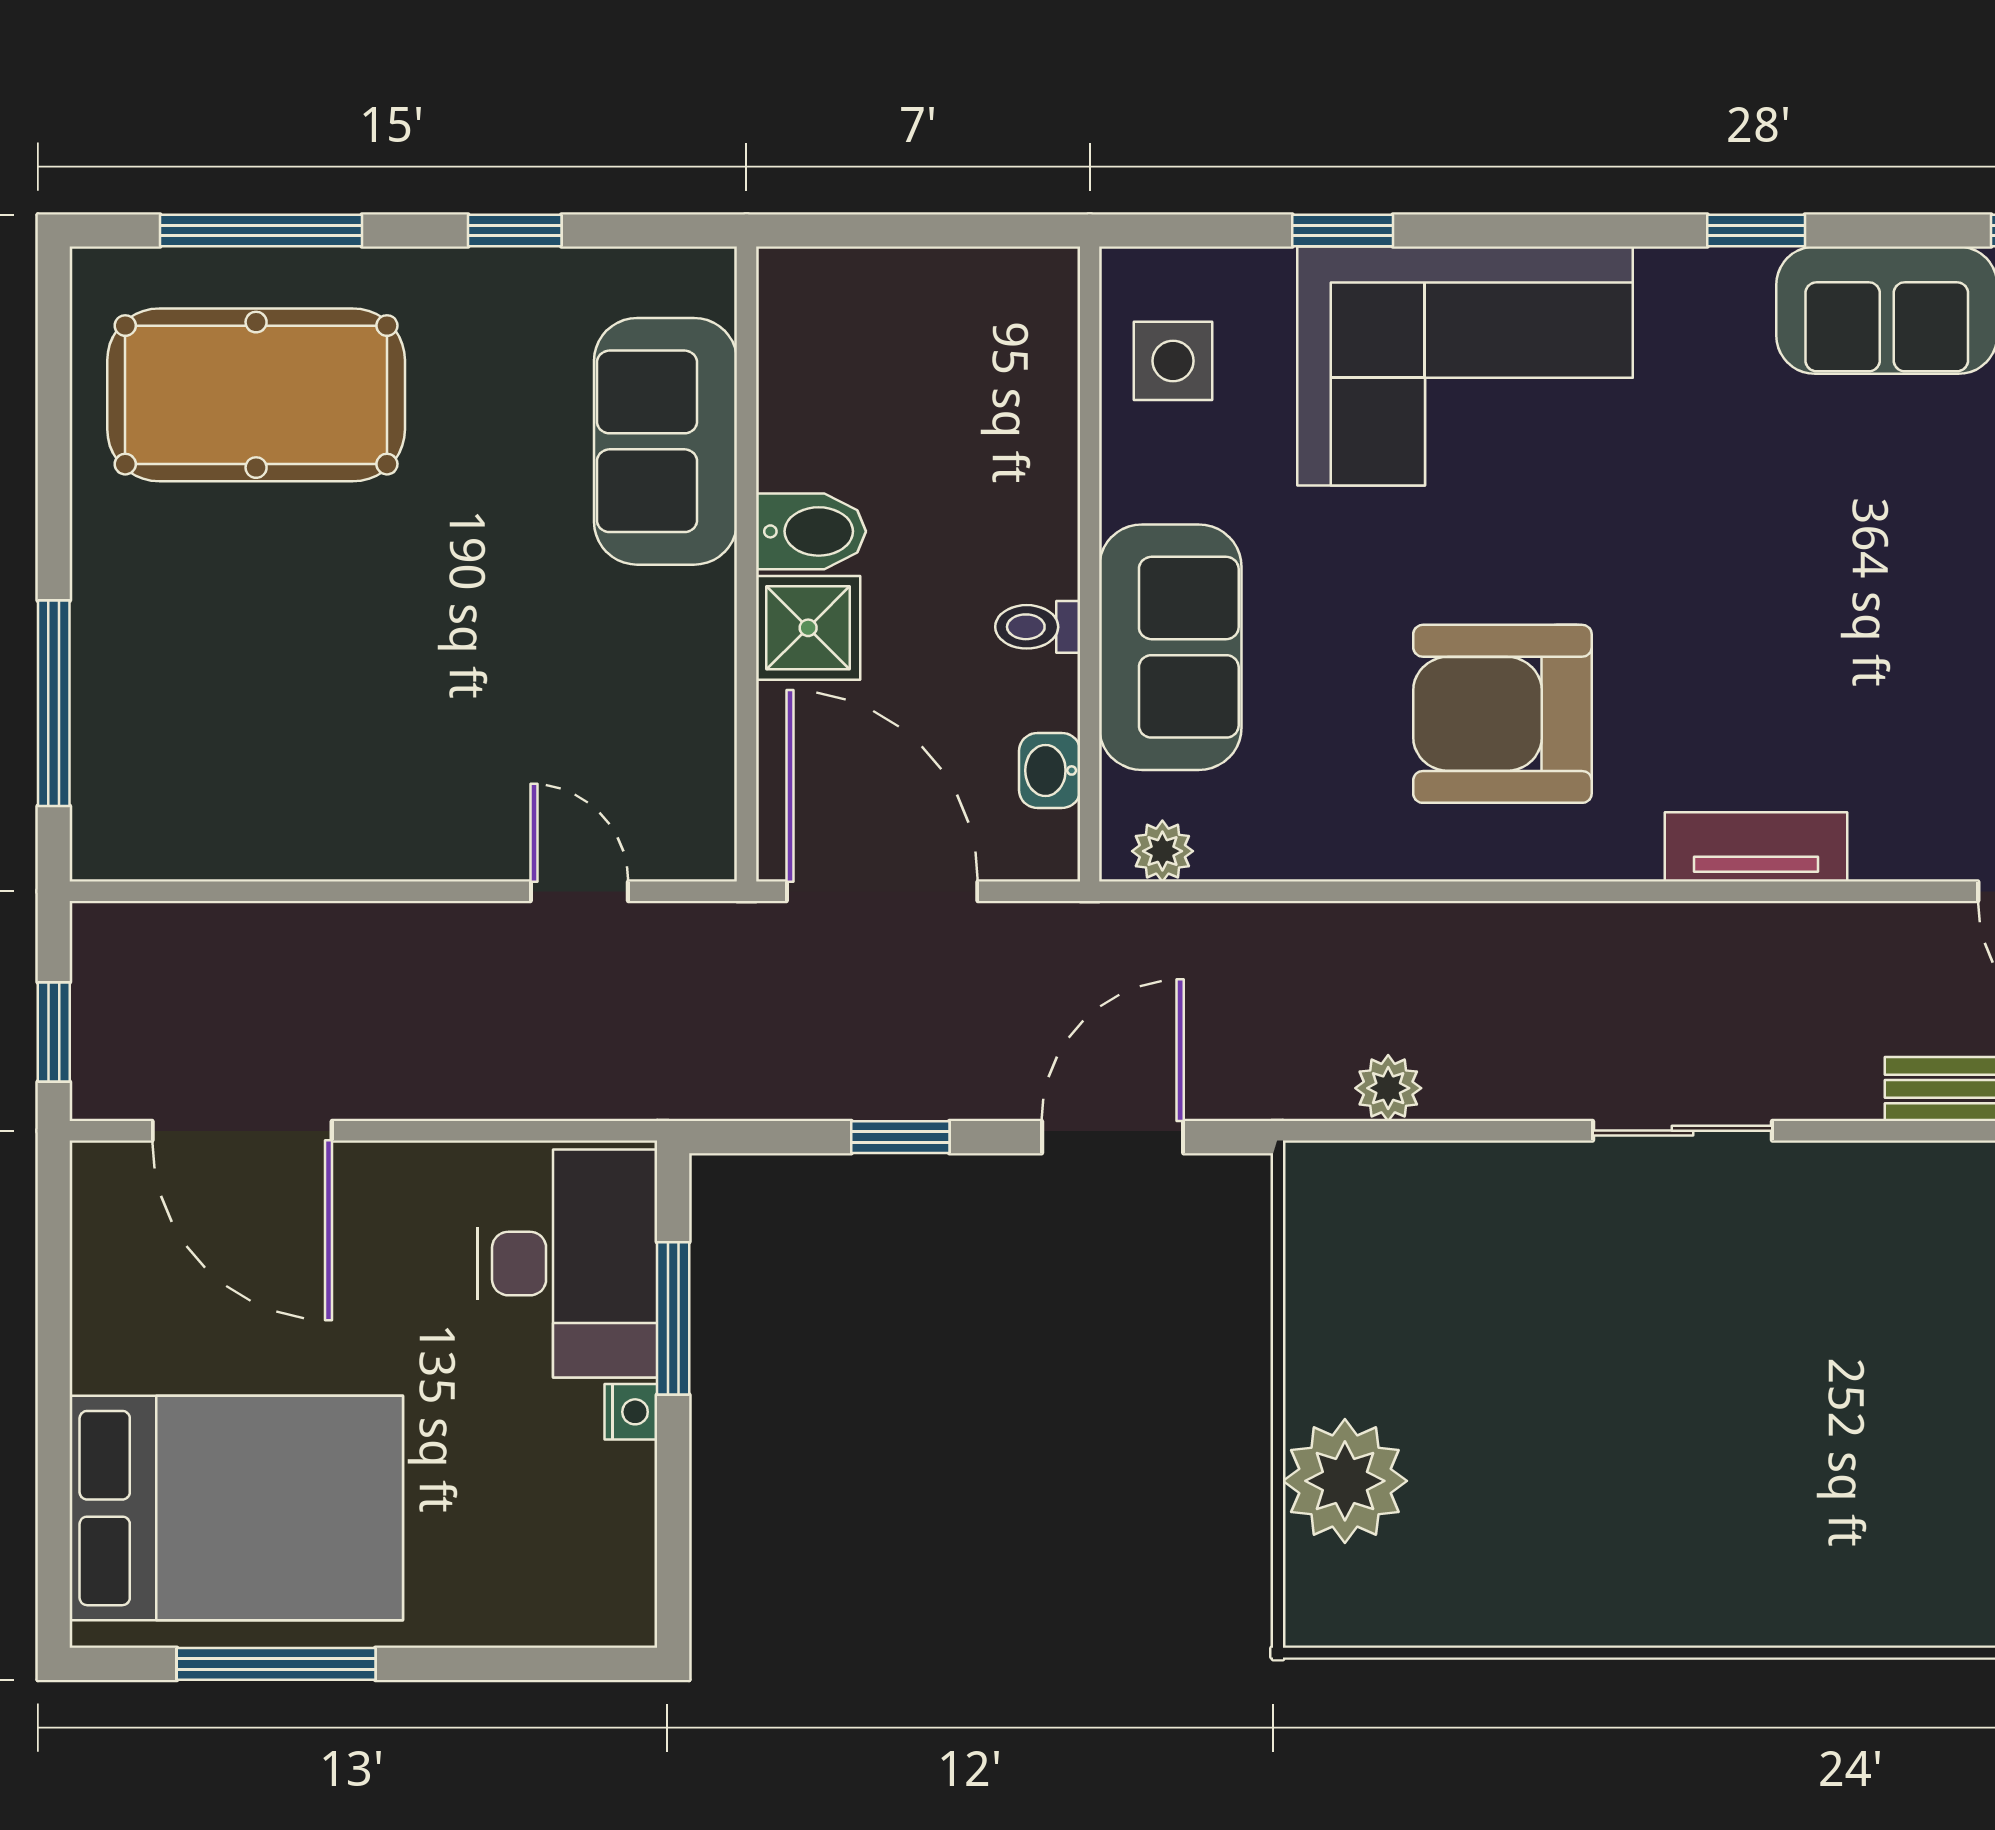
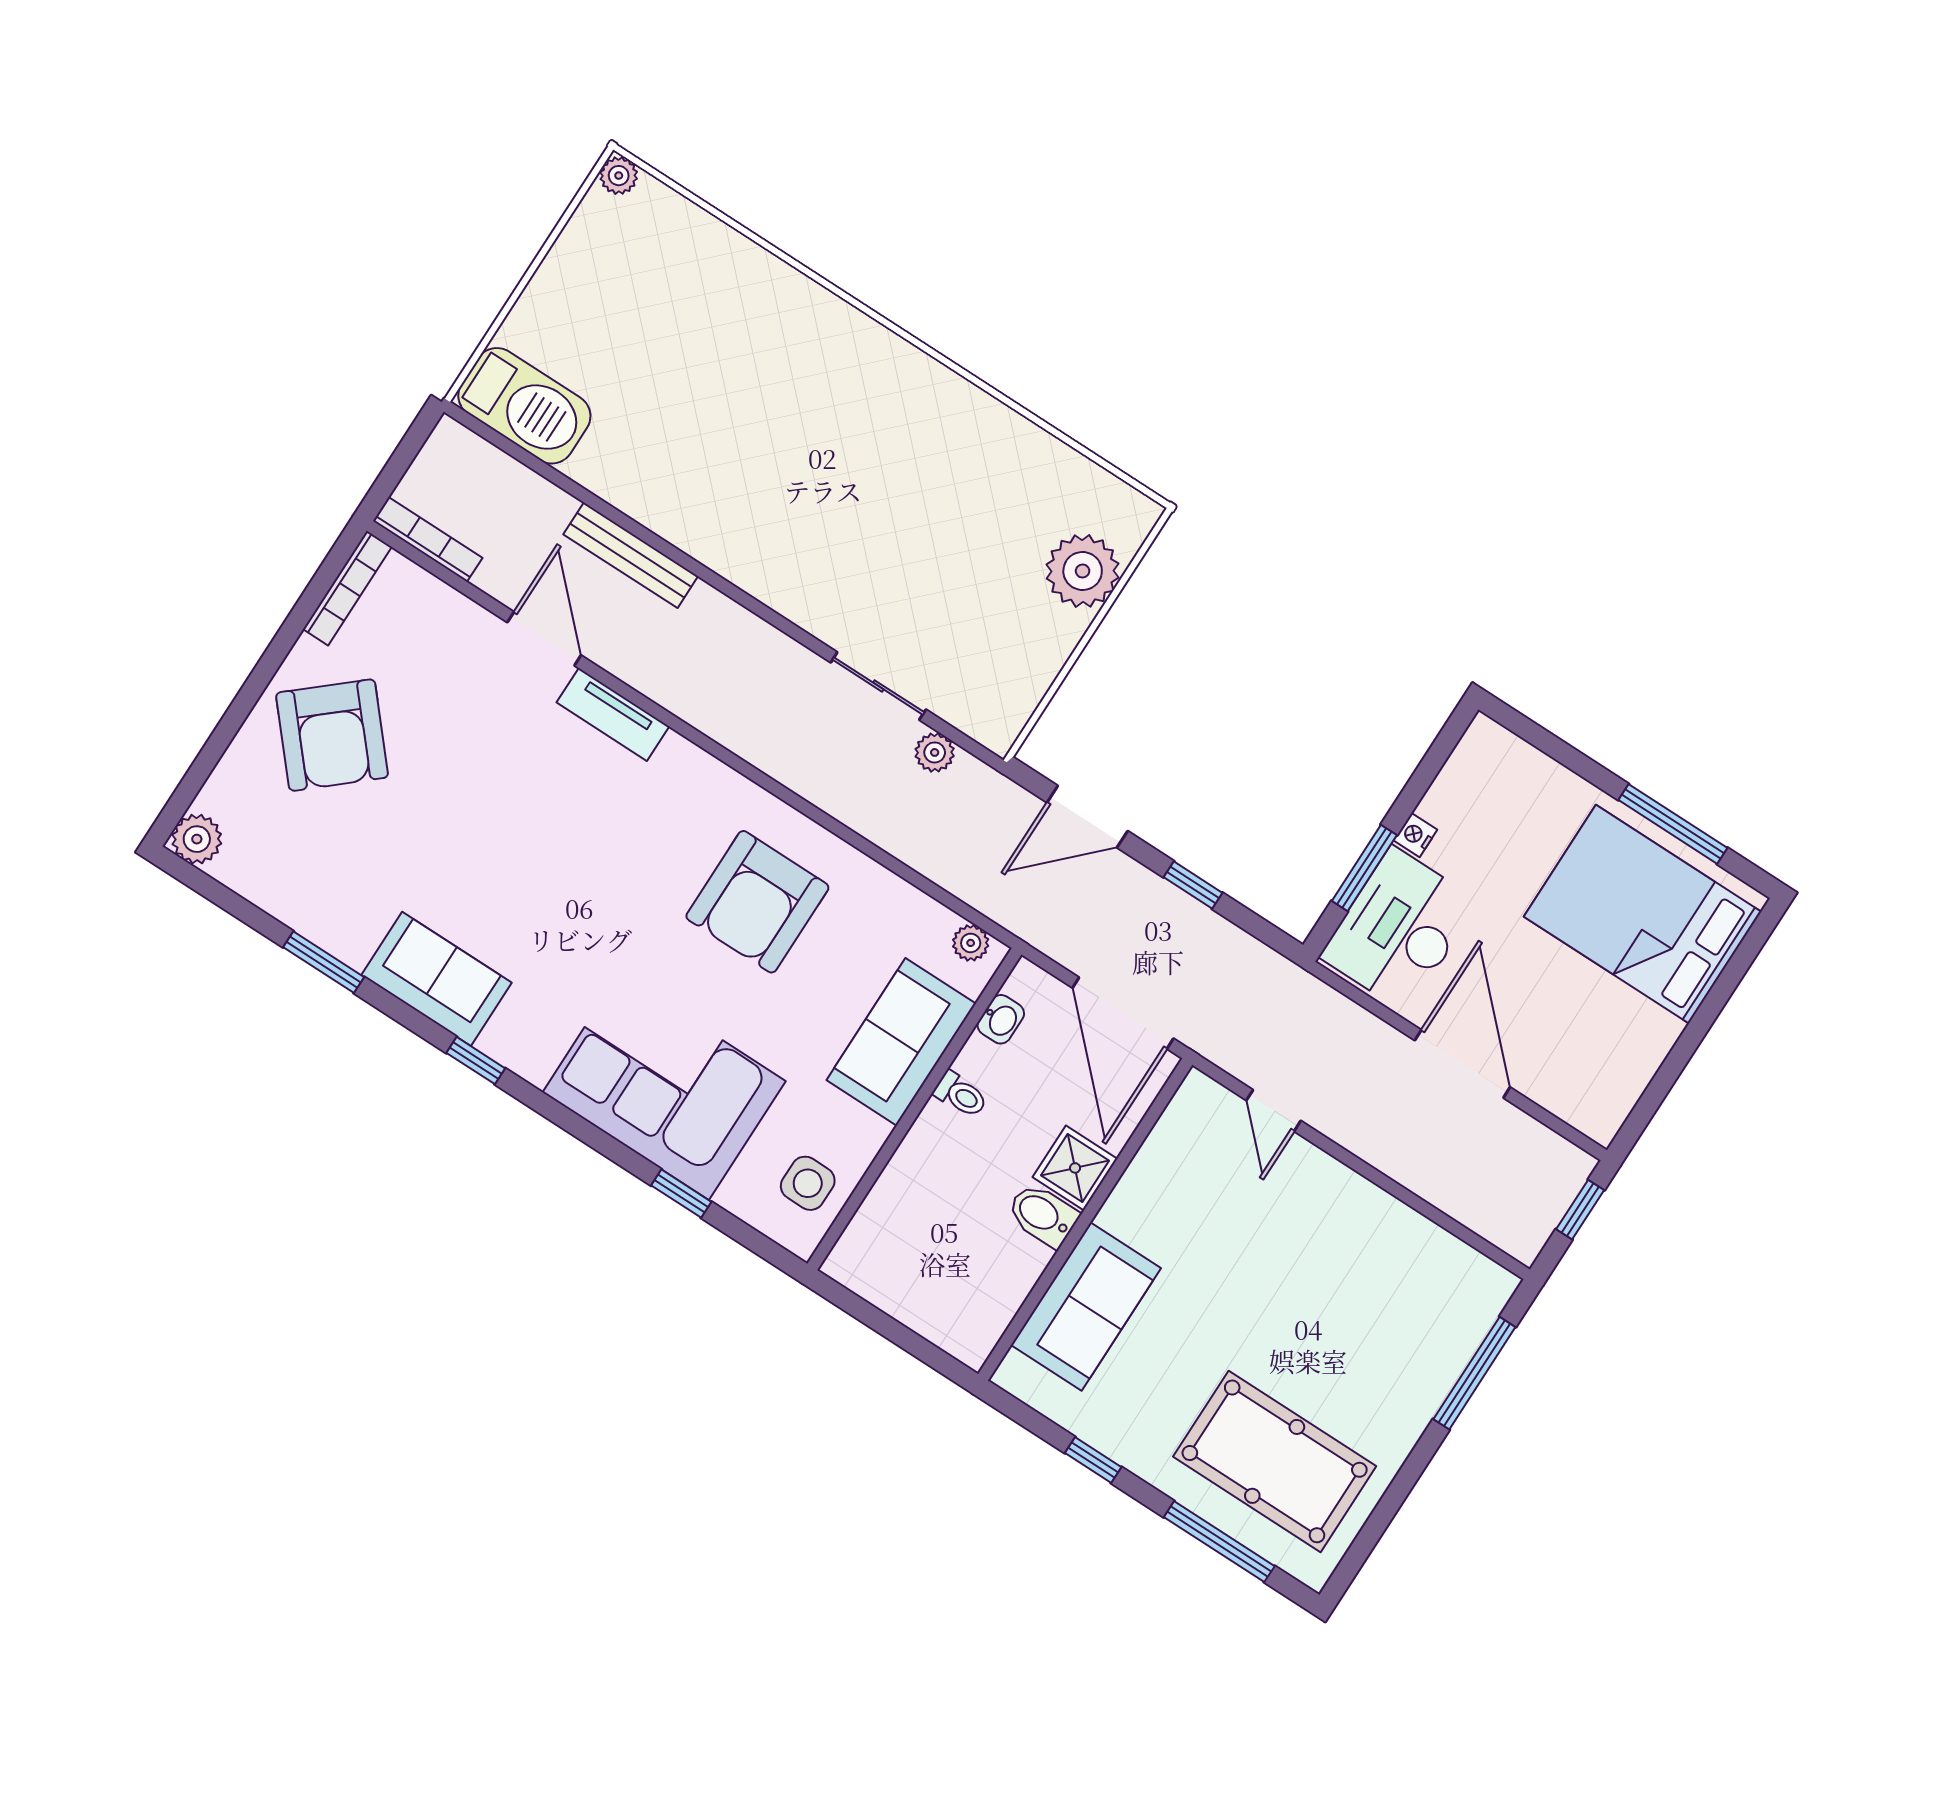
armchair: (1502, 714) -> (757, 902), turned 90
tv unit: (1756, 847) -> (613, 714), moved
door: (242, 1131) -> (1462, 1064), moved
sliding door: (1683, 1131) -> (878, 686), moved

